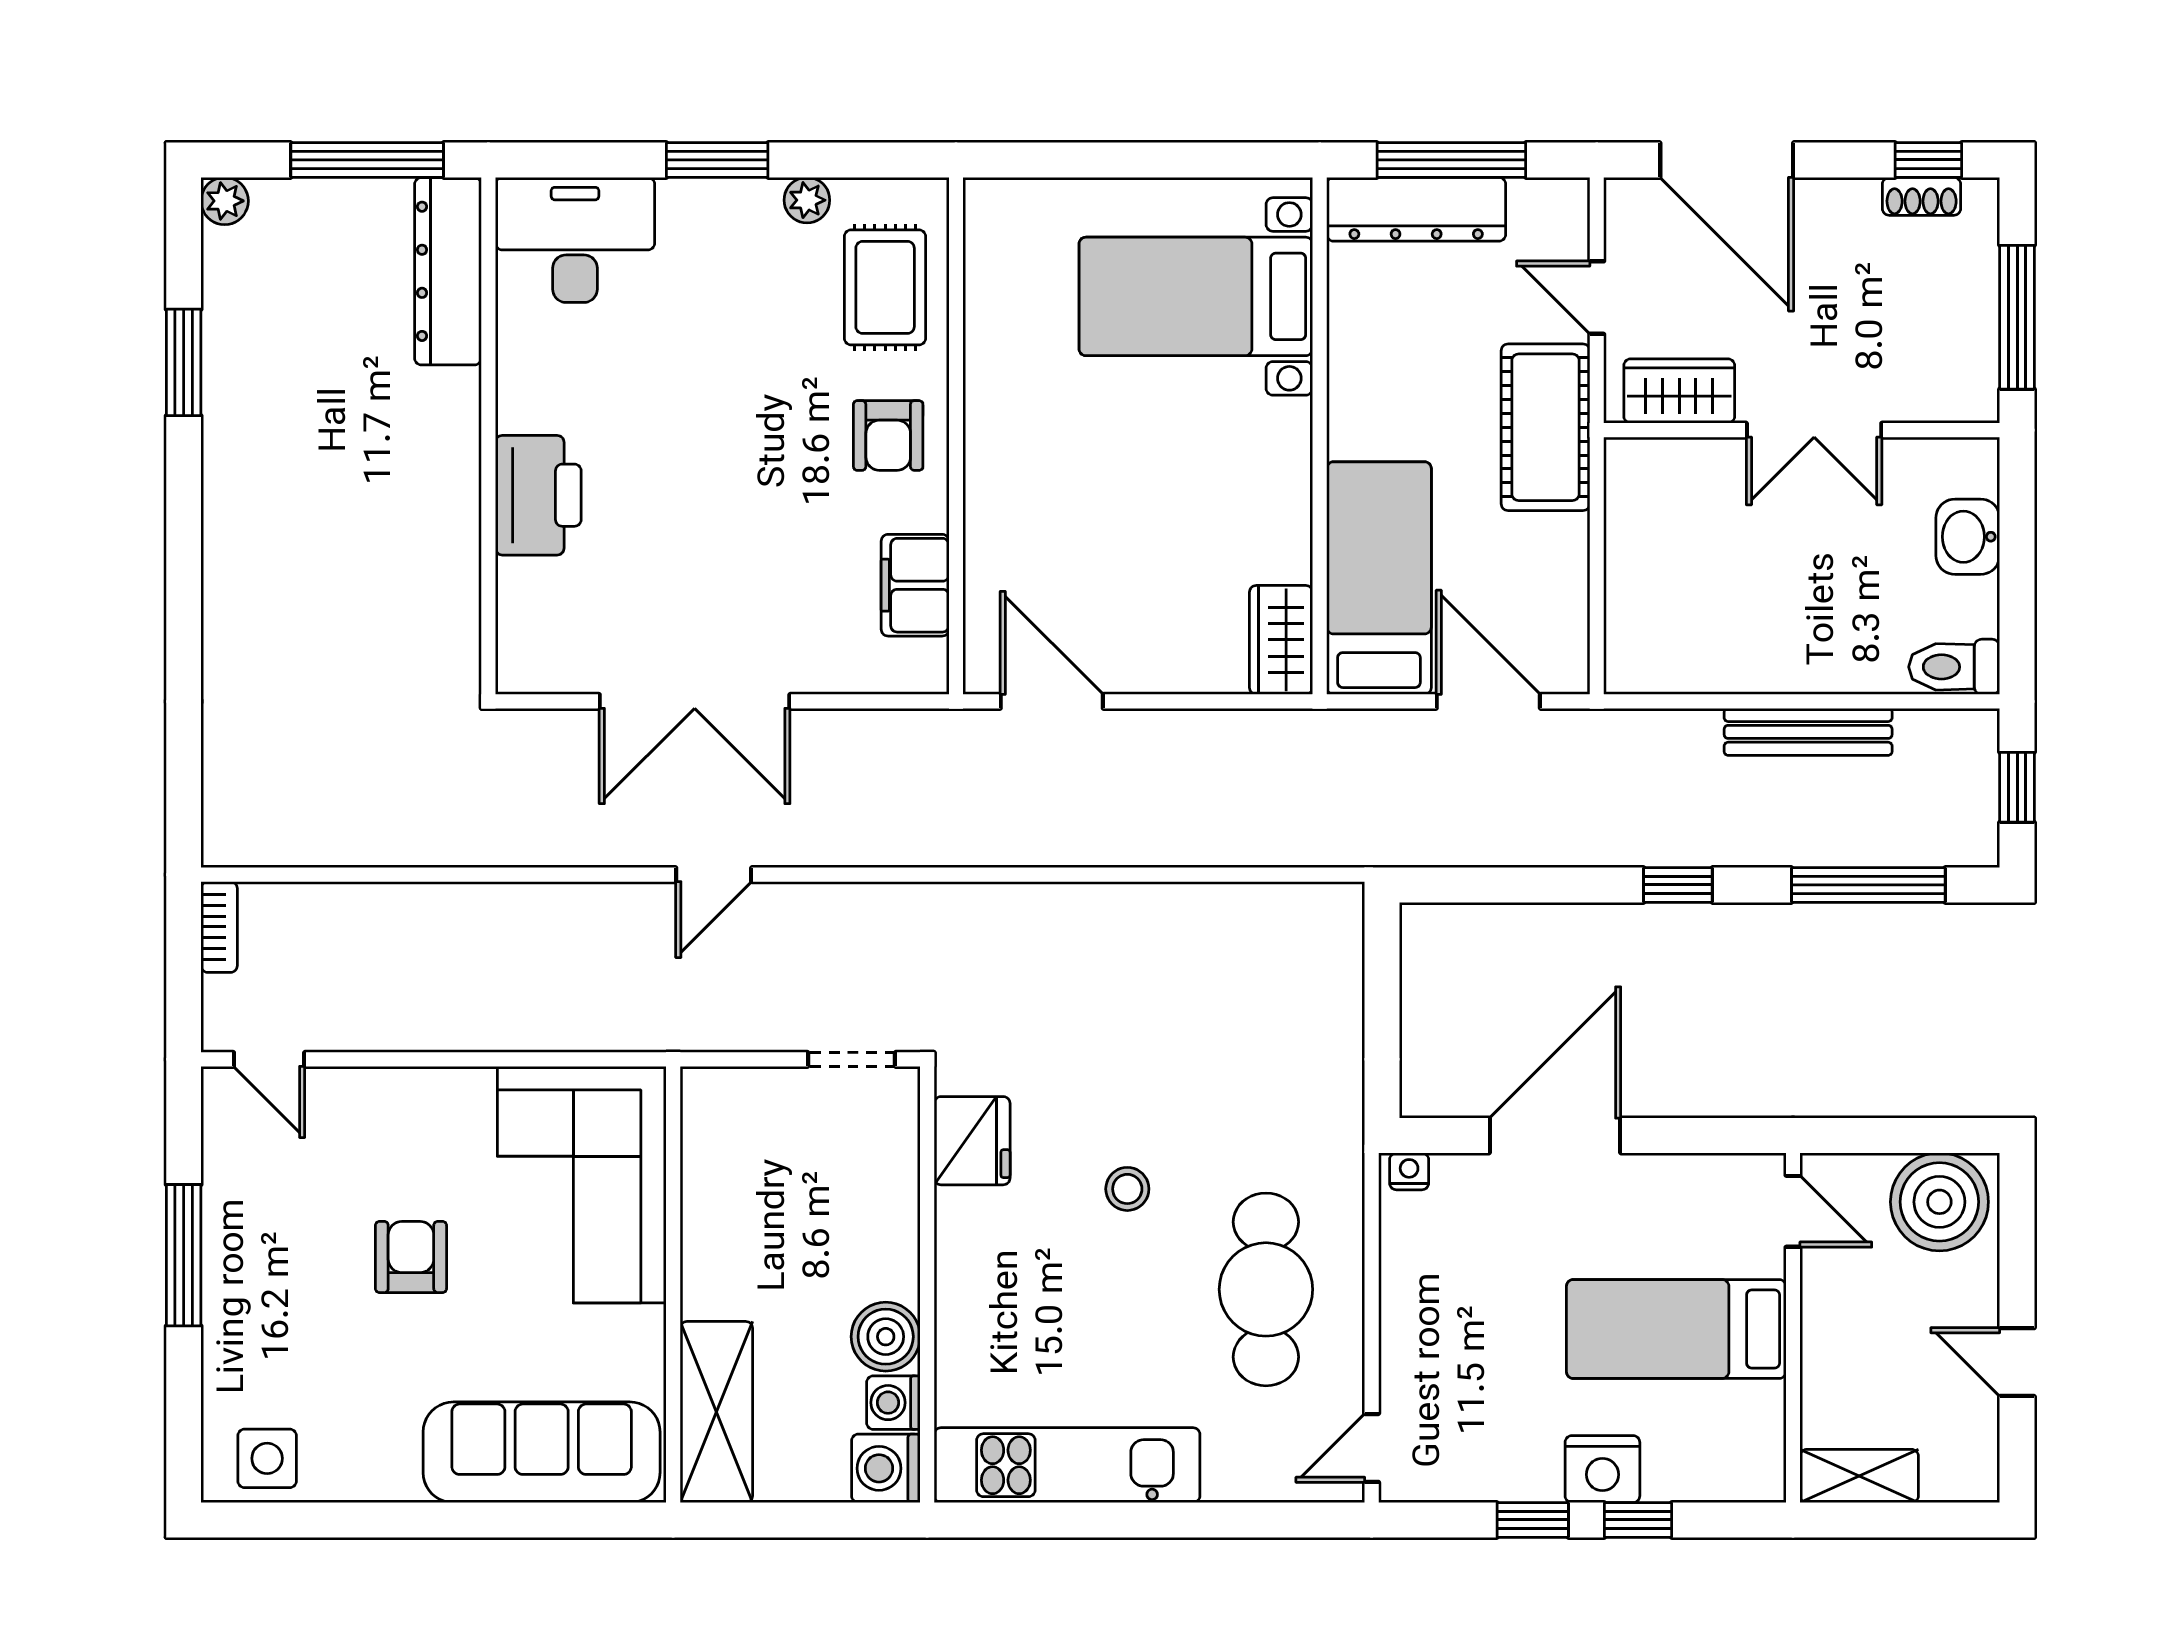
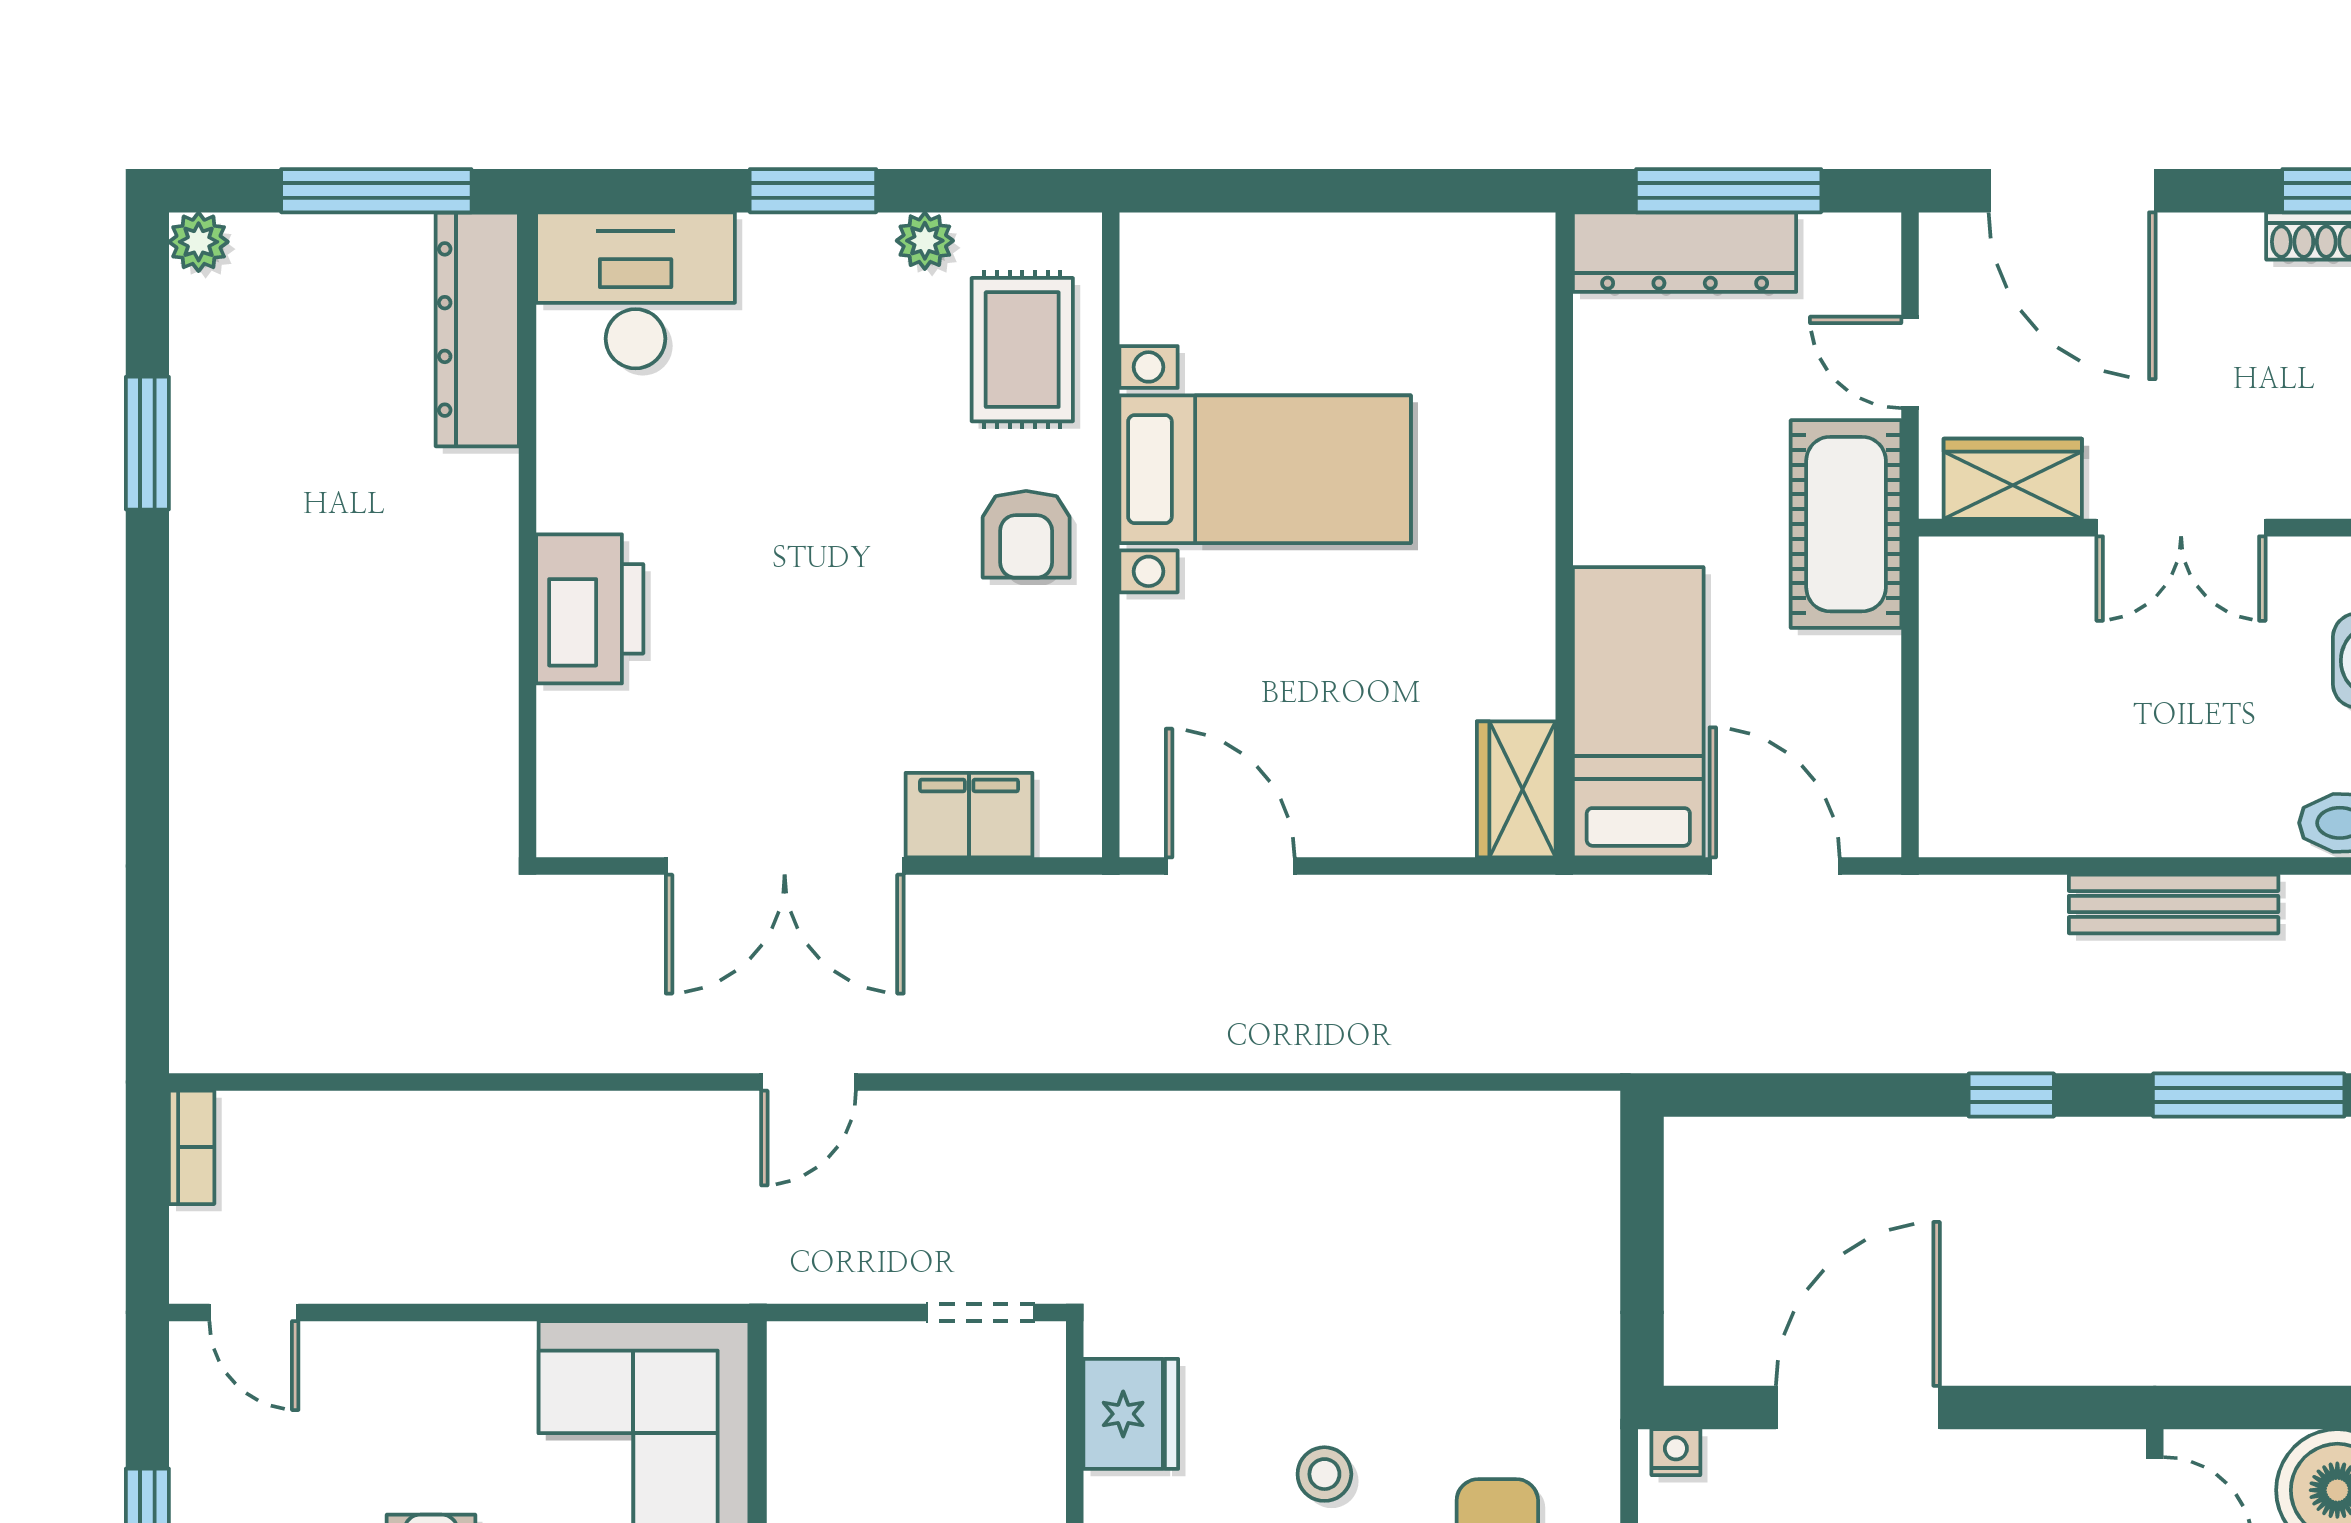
bed with nightstands: (1196, 296) -> (1265, 469), moved, turned 180
filing cabinet: (915, 585) -> (969, 815), moved, turned 90

